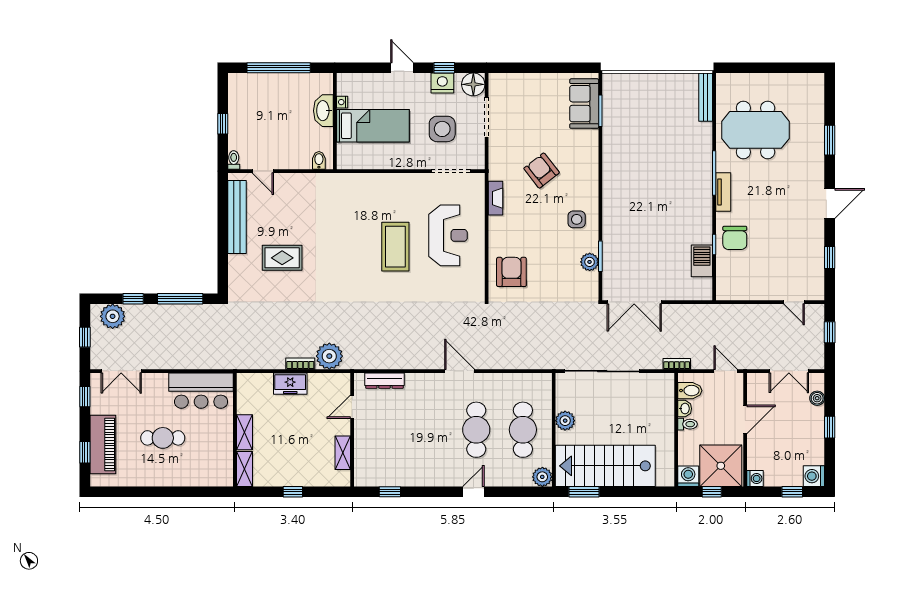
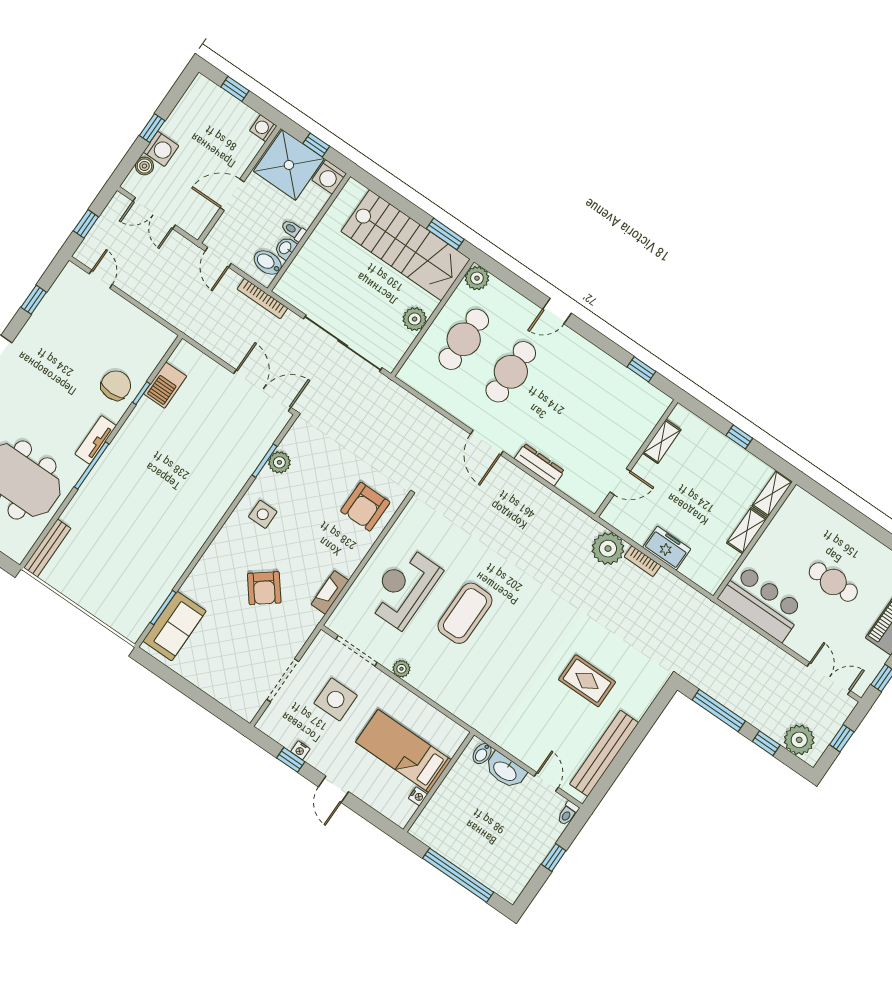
nightstand: (442, 83) -> (300, 750), width x0.53, depth x0.56
floor lamp: (473, 84) -> (273, 723), removed
washbasin: (323, 111) -> (505, 771), moved, turned 90
plant: (412, 180) -> (401, 669), added
bookcase: (677, 364) -> (262, 299), width x1.56
double door: (789, 371) -> (154, 213), swing flipped
dresser: (384, 381) -> (539, 465), moved
washing machine: (814, 476) -> (161, 149), moved

